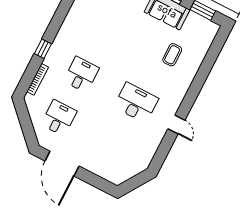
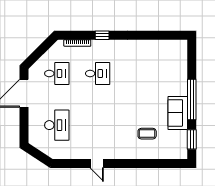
desk: (136, 103) -> (57, 125), moved
door: (176, 125) -> (97, 163), hinge flipped

